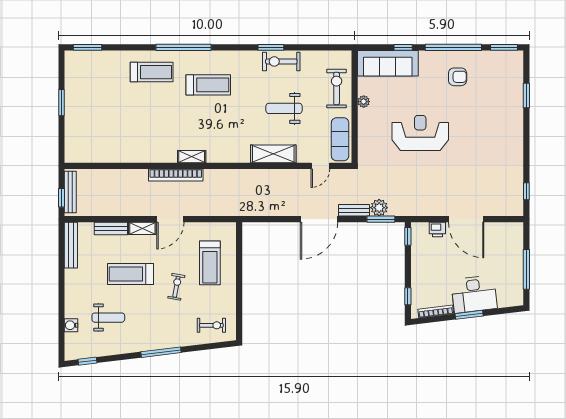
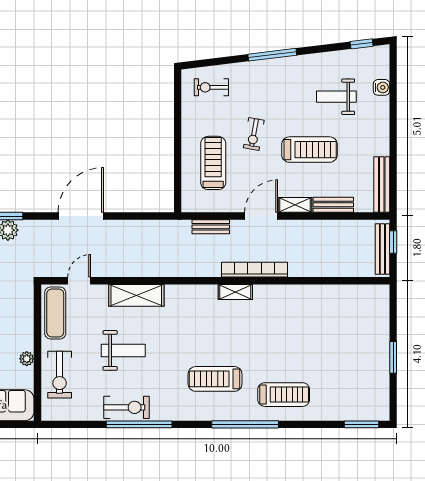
window: (271, 47) -> (139, 424), width x2.11
treadmill: (152, 72) -> (284, 395), turned 180
bench: (354, 210) -> (211, 227), moved

